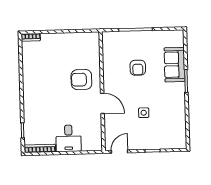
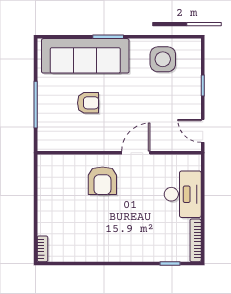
sofa: (175, 65) -> (85, 56), width x1.85, depth x1.27
side table: (144, 113) -> (163, 59), moved, width x1.87, depth x1.87
desk: (68, 138) -> (183, 194), width x1.37

